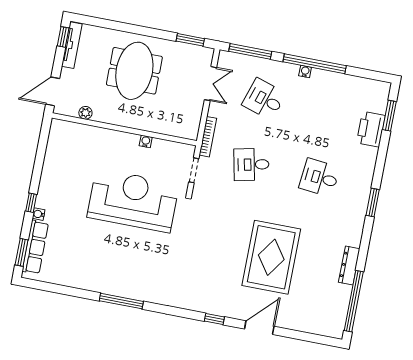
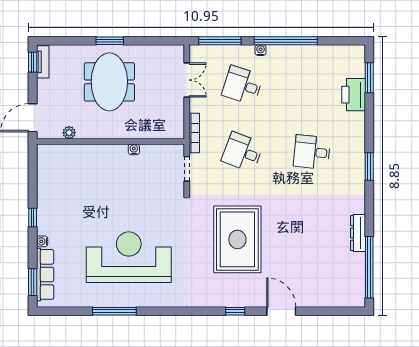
window: (190, 40) -> (110, 41), moved
tv unit: (72, 45) -> (43, 62), width x0.71
water cooler: (305, 71) -> (261, 50), moved
desk: (251, 165) -> (242, 152), turned 33
reception desk: (133, 201) -> (129, 257), moved
window: (31, 203) -> (33, 217), moved
rug: (271, 257) -> (237, 239), moved
window: (121, 301) -> (114, 311), moved
door: (259, 328) -> (281, 311), hinge flipped

